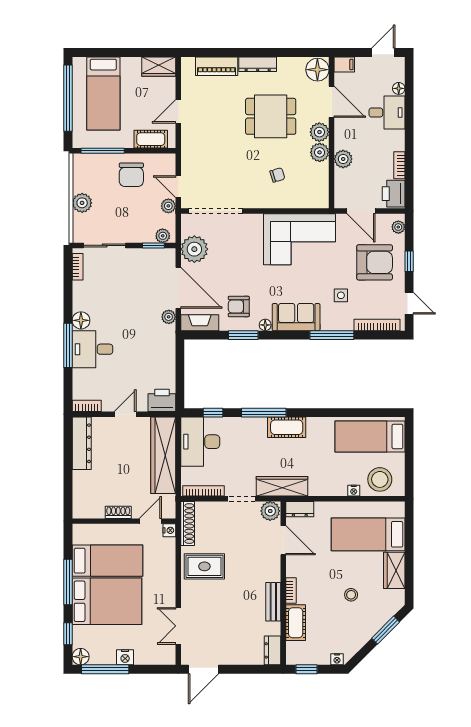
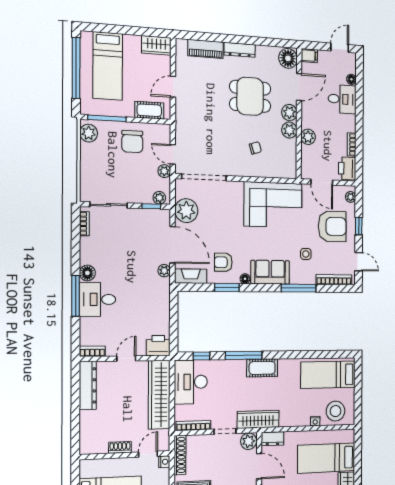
door: (332, 102) -> (299, 87), hinge flipped
plant: (82, 203) -> (89, 133), moved

